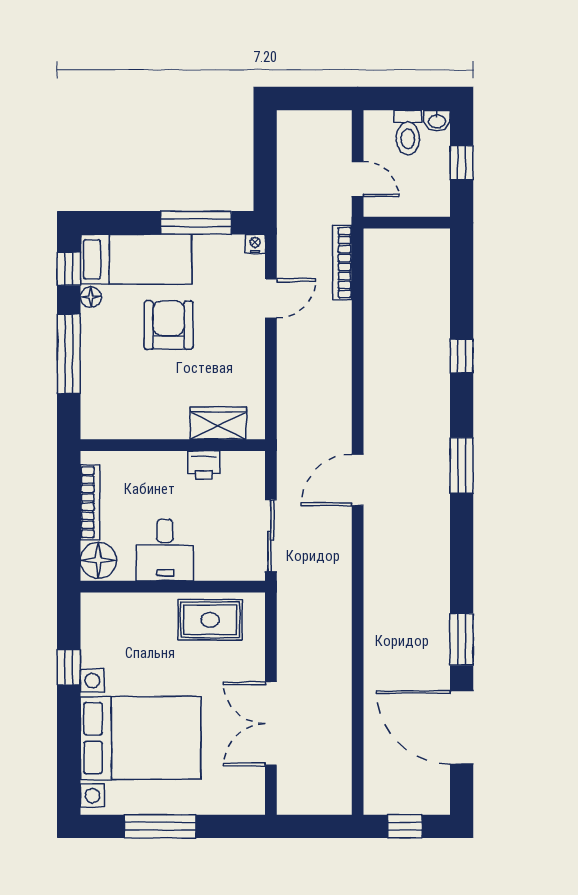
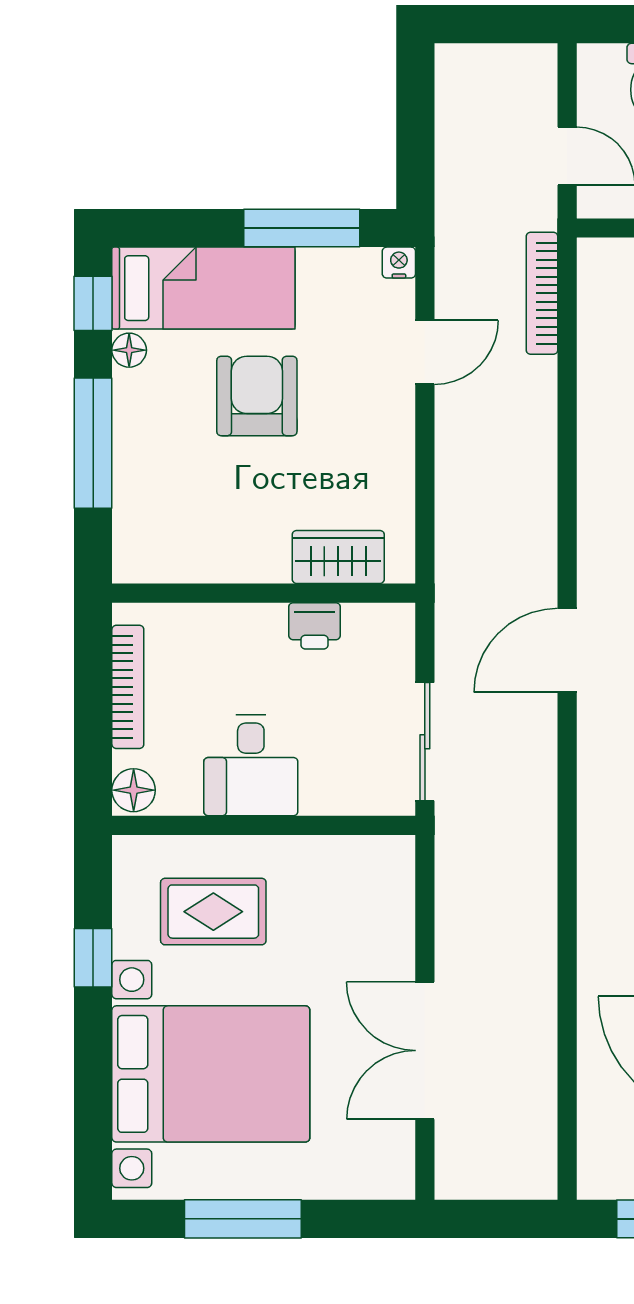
floor lamp: (98, 560) -> (134, 790), width x0.73, depth x0.73
rug: (210, 620) -> (213, 912), moved

